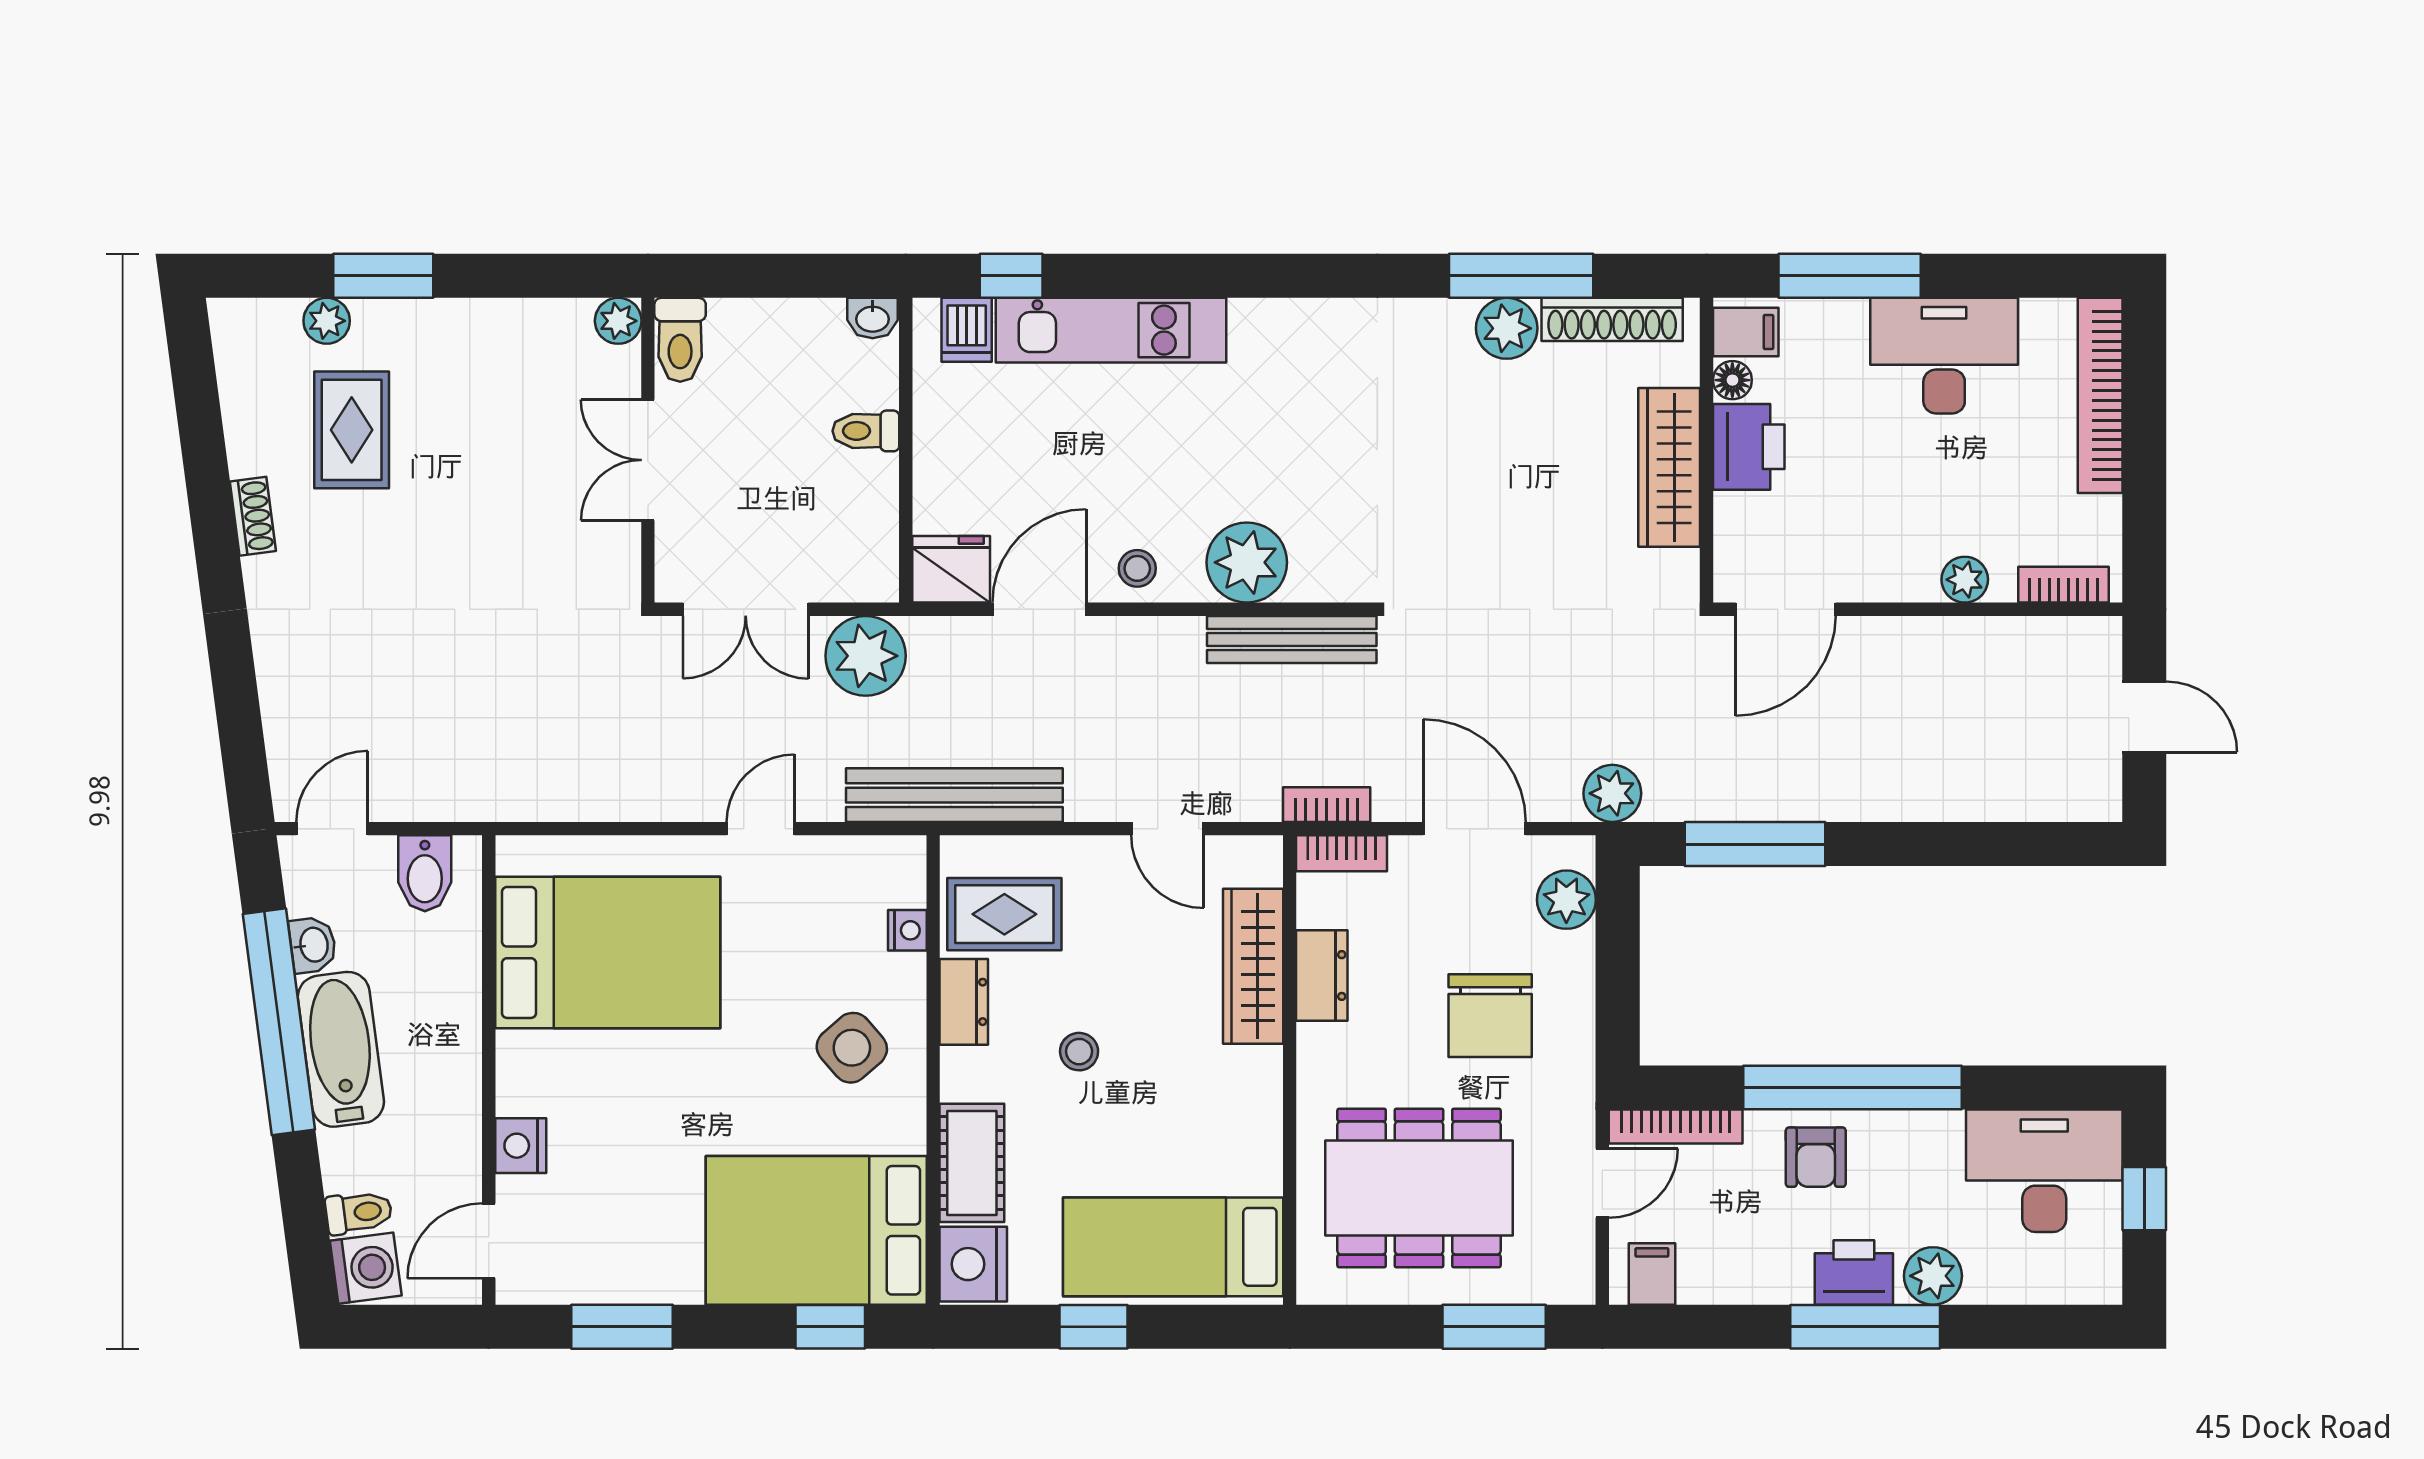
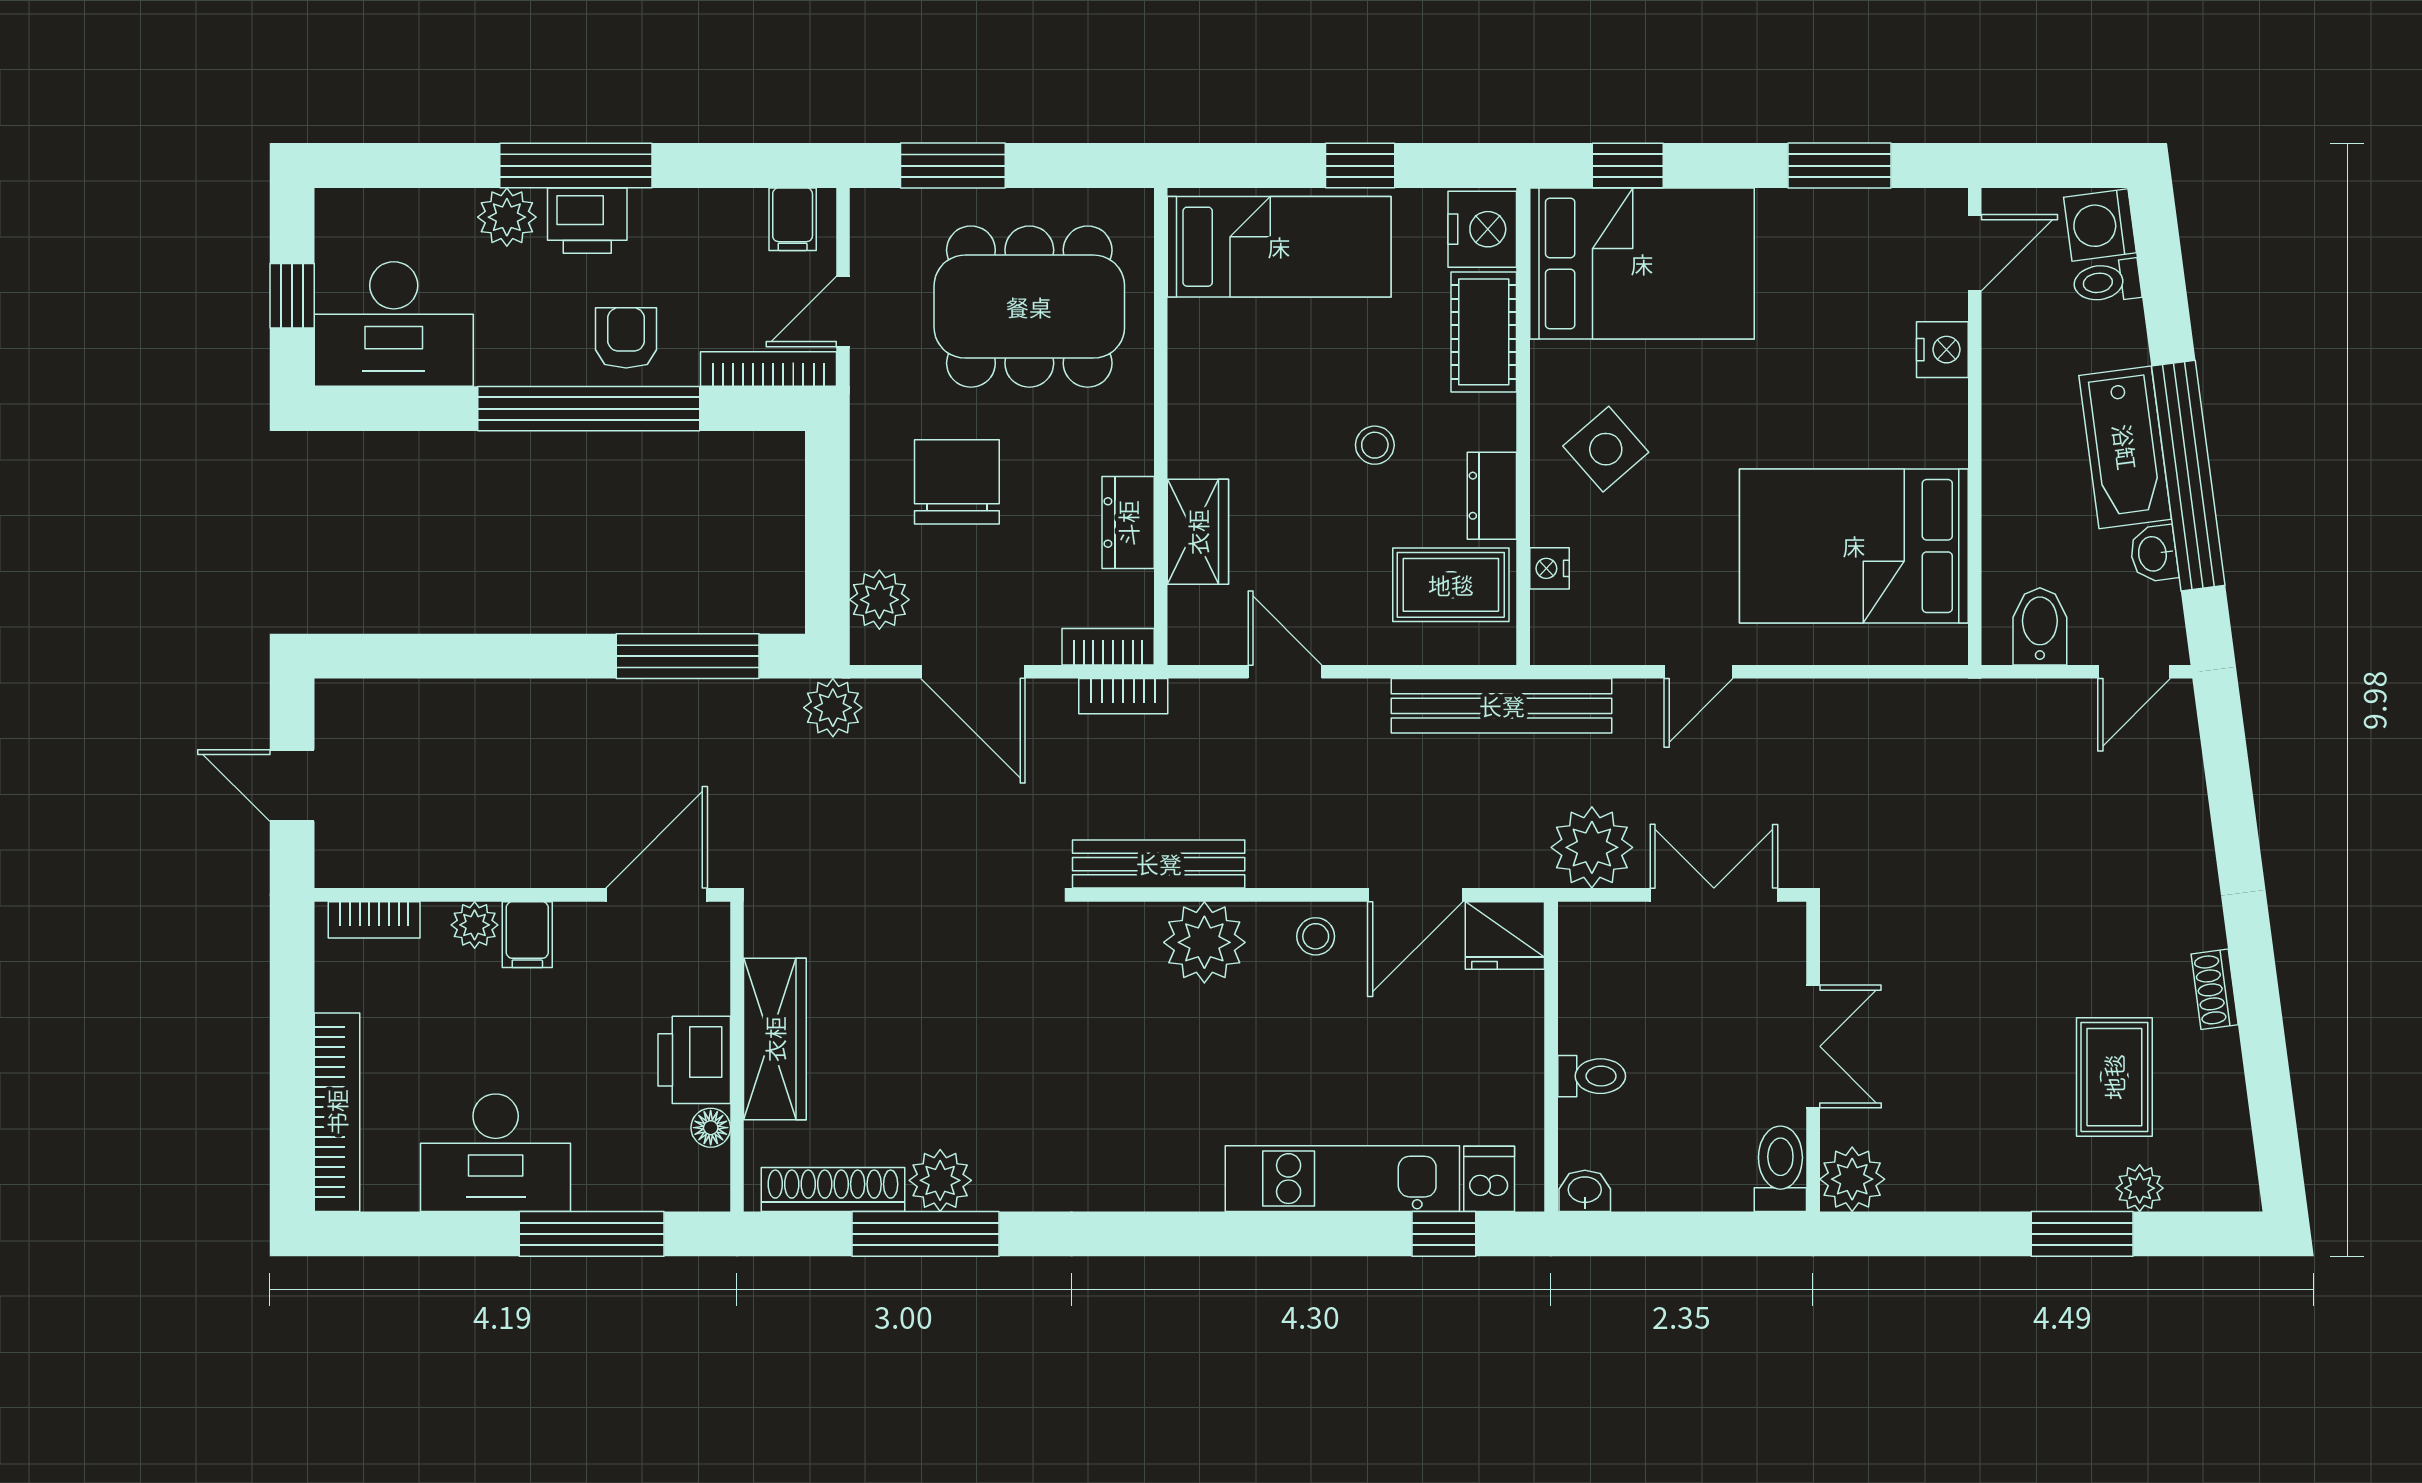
plant: (618, 321) -> (1852, 1179), width x1.38, depth x1.38
filing cabinet: (1746, 332) -> (527, 935), moved, turned -90
wardrobe: (1253, 966) -> (1198, 532), width x0.67

